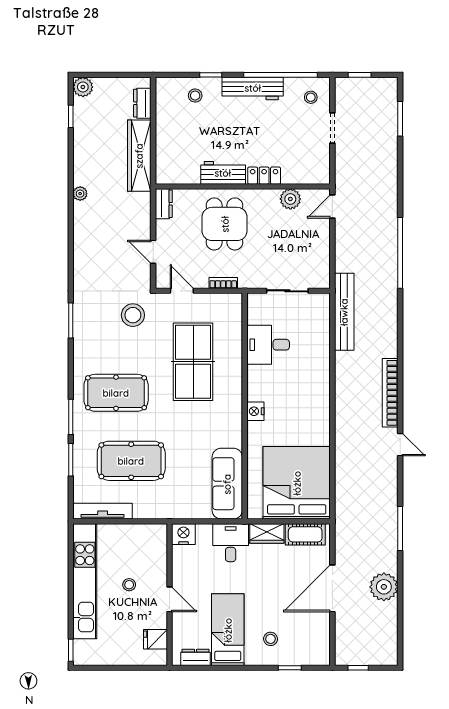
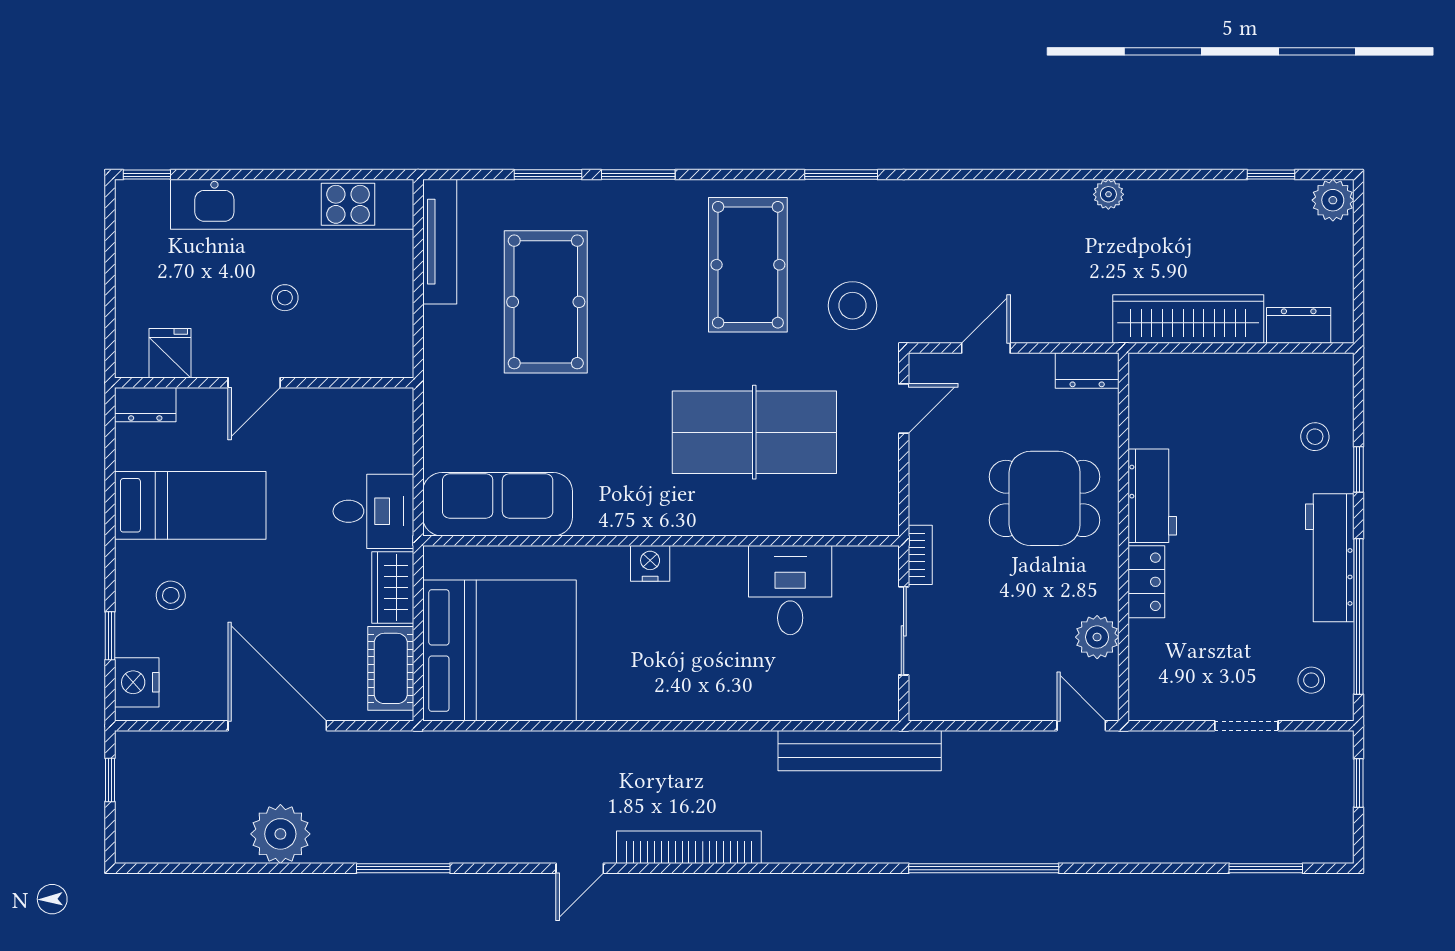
bookcase: (223, 283) -> (920, 555), moved
pool table: (116, 393) -> (748, 265), moved
nightstand: (183, 534) -> (137, 682), moved, turned 180
dresser: (196, 657) -> (145, 405), moved, turned 90

